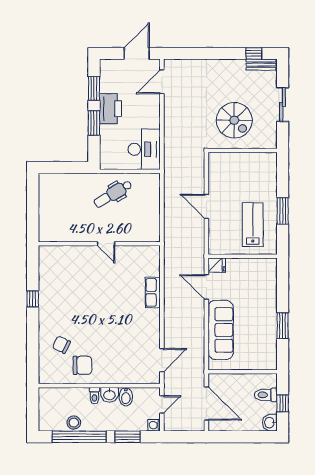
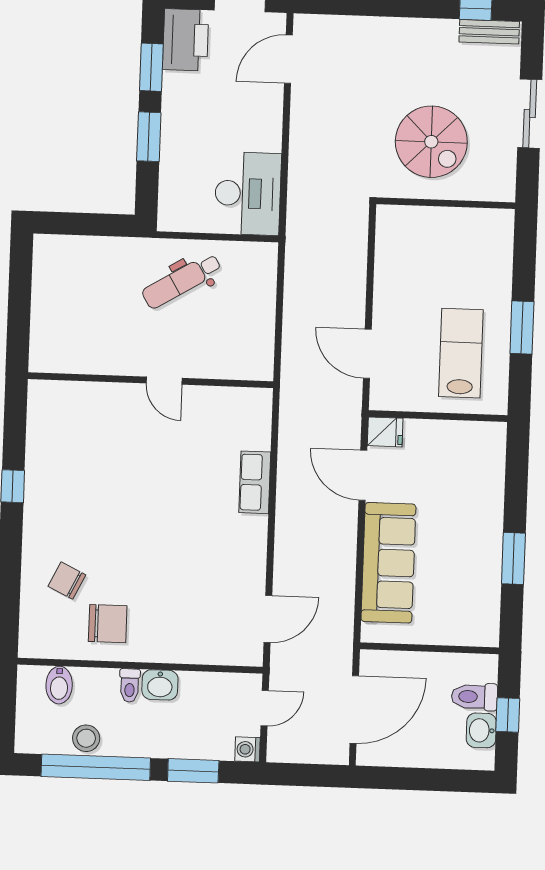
printer: (110, 109) -> (186, 40), moved
door: (206, 206) -> (367, 354), moved
bidet: (126, 397) -> (59, 685), moved
door: (206, 403) -> (354, 710), hinge flipped
washbasin: (270, 423) -> (481, 730), moved

